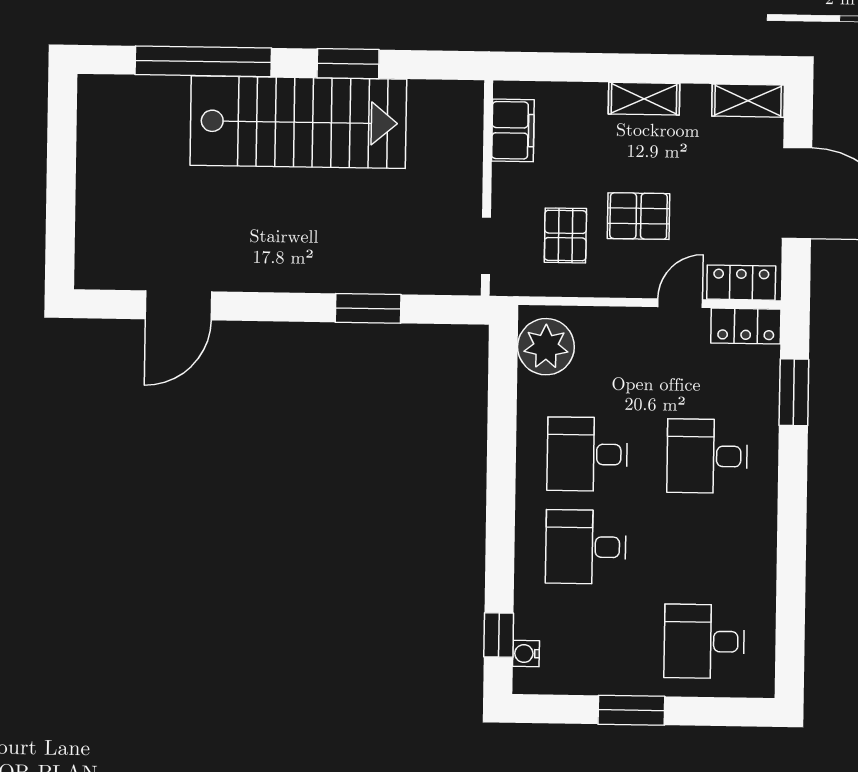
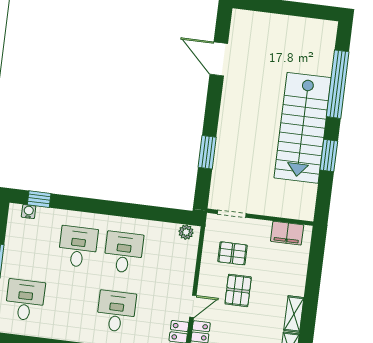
shelving: (644, 99) -> (294, 314), moved
door: (680, 303) -> (193, 306), hinge flipped
plant: (546, 347) -> (186, 232), width x0.53, depth x0.53

